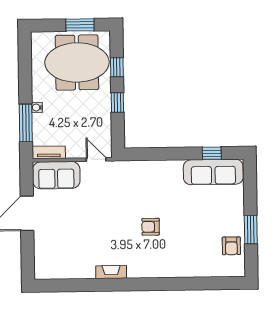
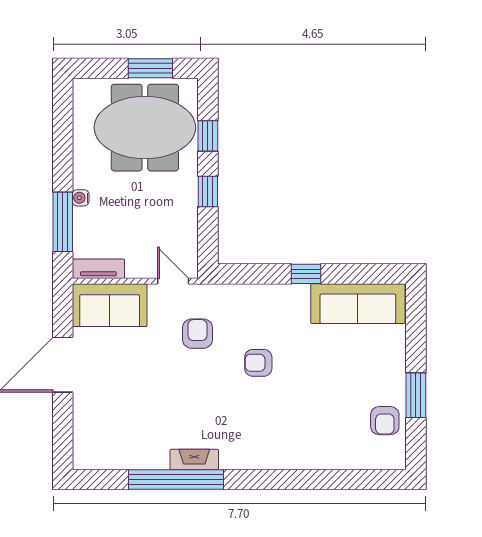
window: (212, 153) -> (306, 274), moved
armchair: (112, 192) -> (197, 334), added
armchair: (151, 227) -> (258, 363), moved
window: (100, 285) -> (176, 479), added

